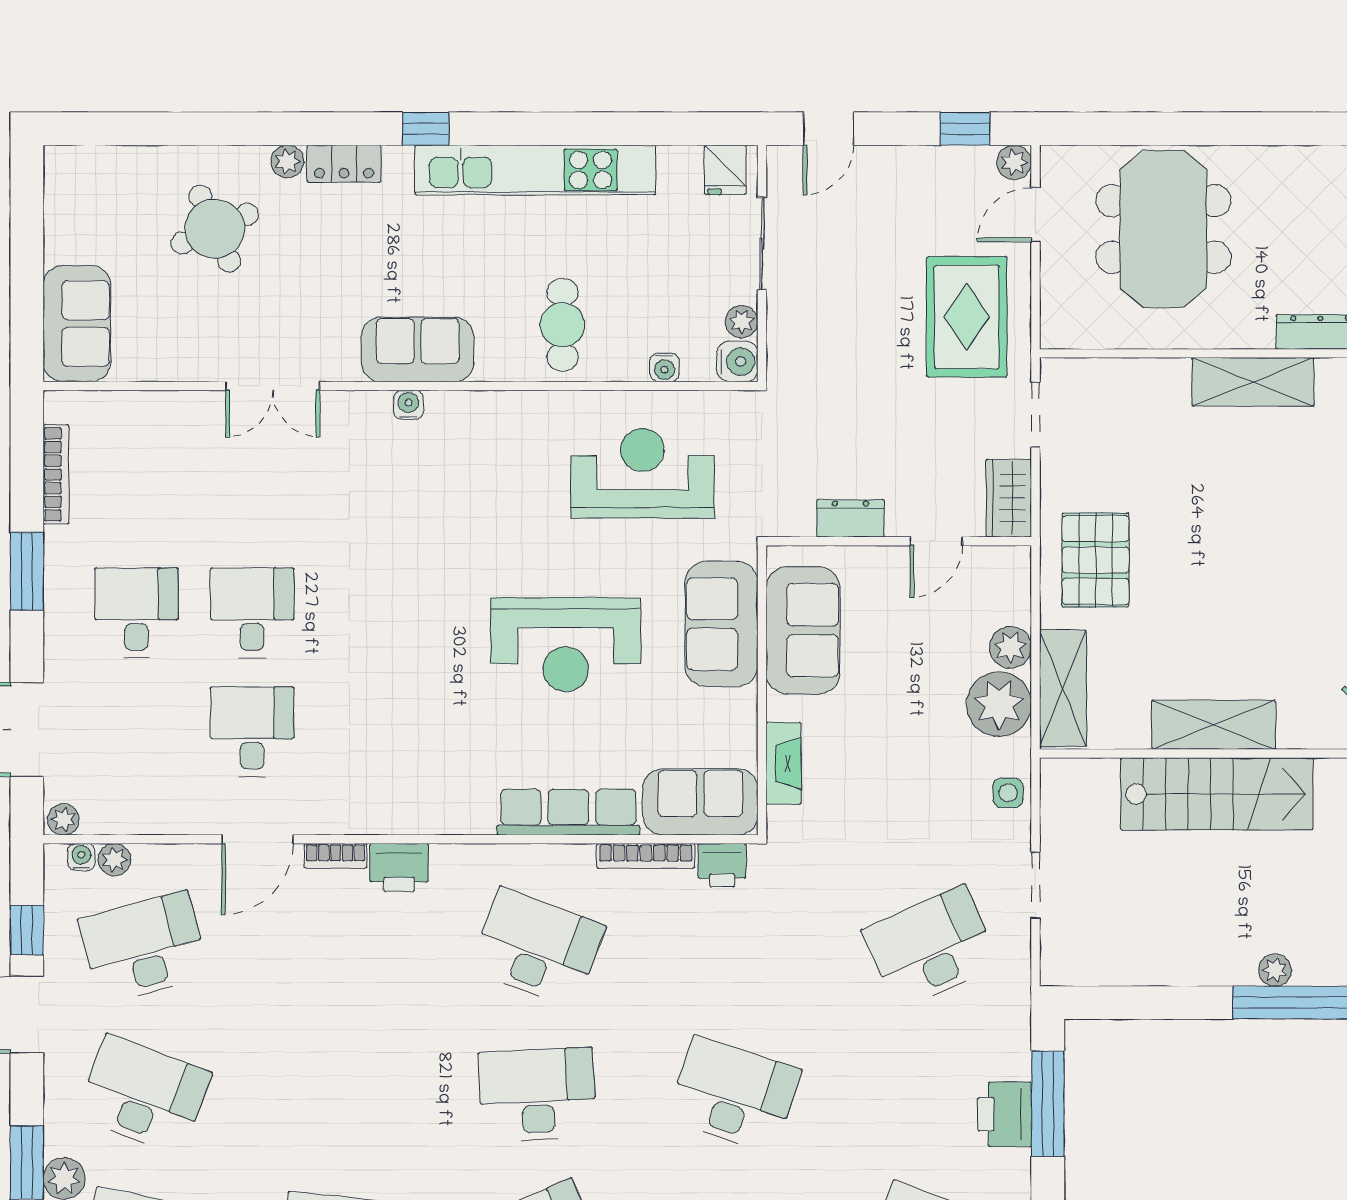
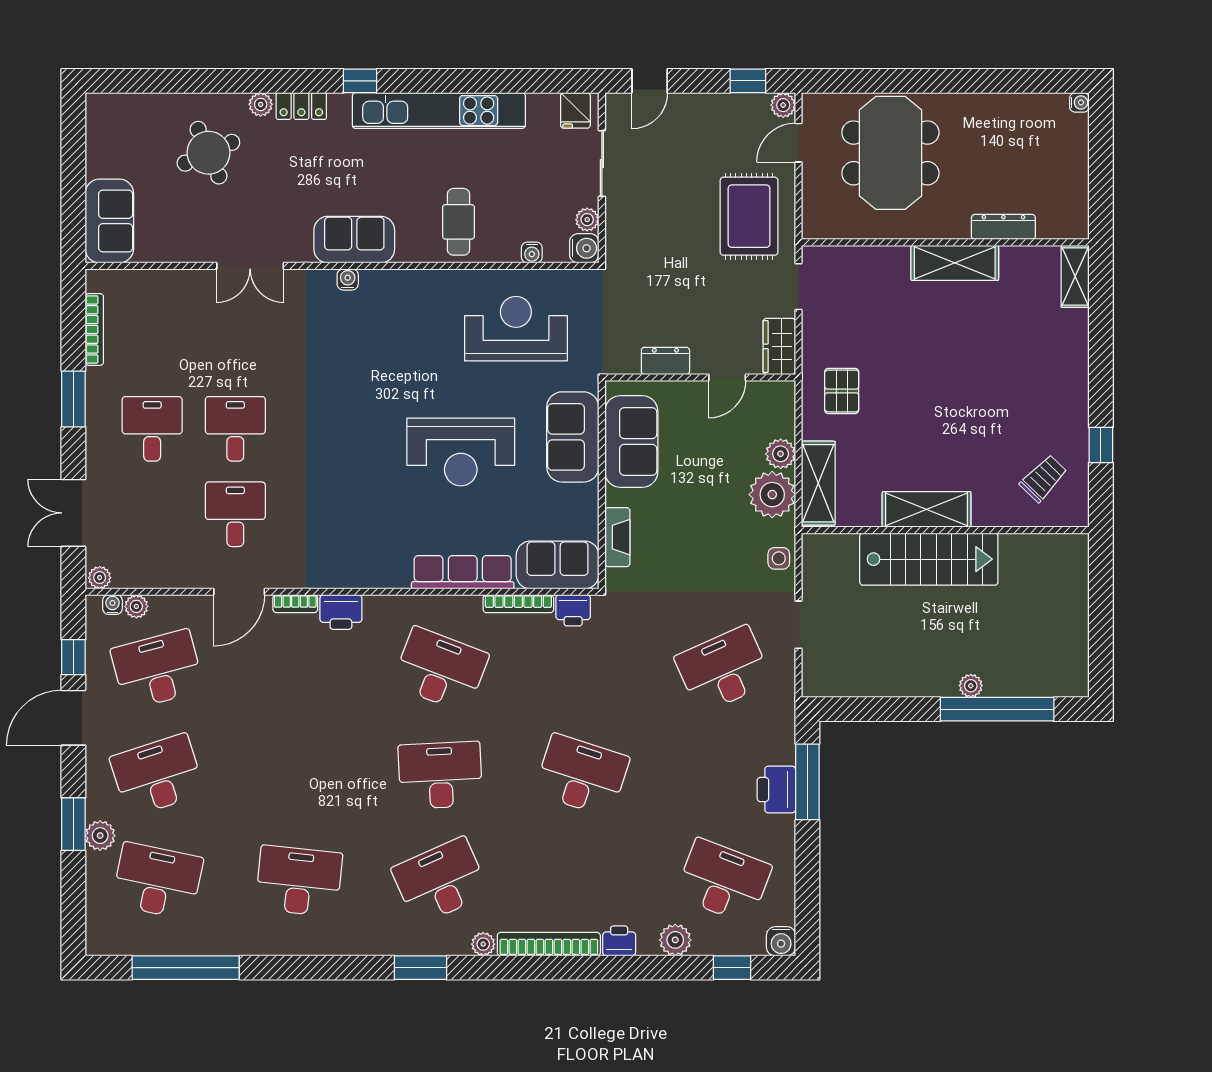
pallet: (1096, 560) -> (842, 391), width x0.67, depth x0.71
desk: (144, 1095) -> (157, 775), turned -39

